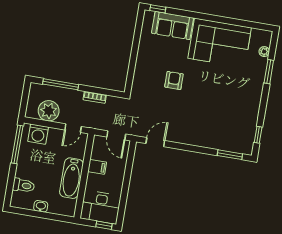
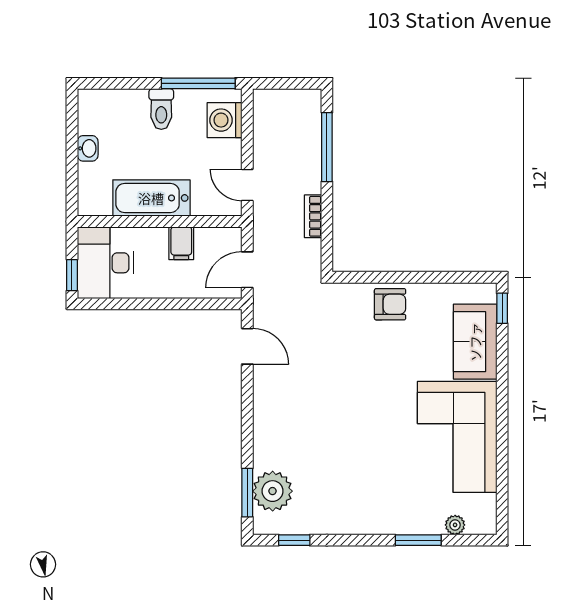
armchair: (174, 80) -> (390, 304), moved
plant: (49, 111) -> (273, 491), moved
toilet: (24, 185) -> (161, 109), moved

